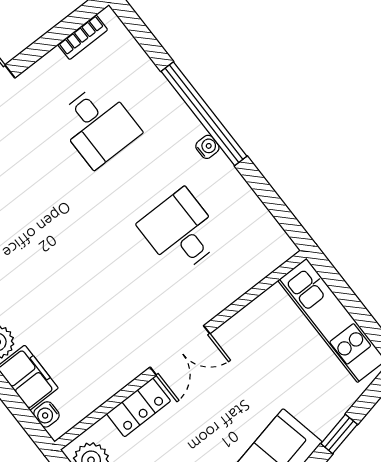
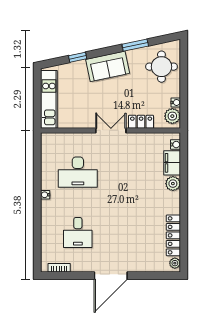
window: (204, 114) -> (37, 207), removed
desk: (98, 125) -> (78, 232), turned 180
desk: (181, 232) -> (78, 172), width x1.37

